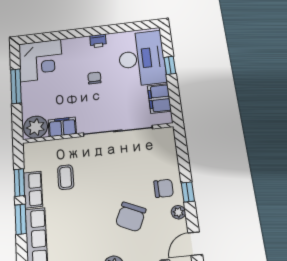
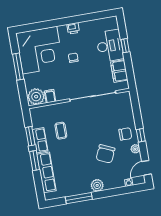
desk: (142, 58) -> (110, 46), width x0.73, depth x0.77
corner desk: (41, 60) -> (40, 50), width x1.36, depth x1.36
filing cabinet: (62, 127) -> (50, 96), width x0.50

